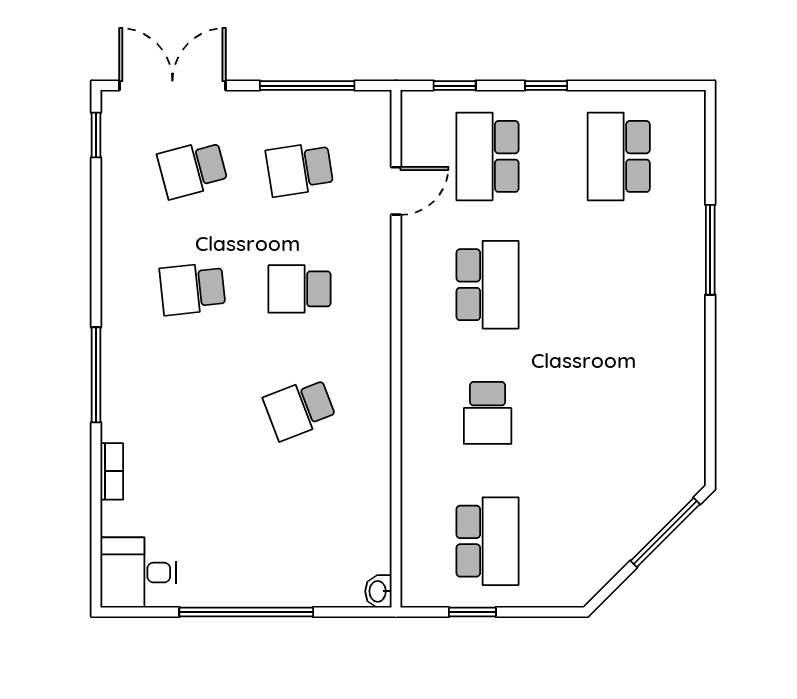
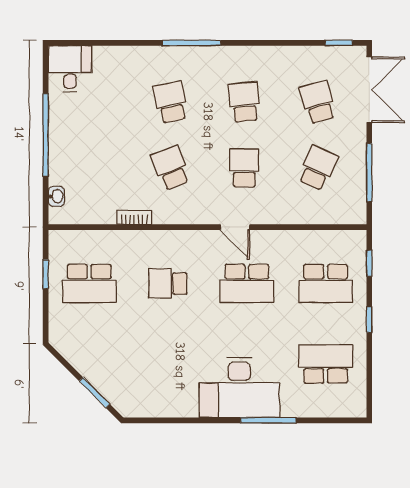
school desk: (488, 156) -> (326, 283), turned 180
school desk: (300, 169) -> (318, 168), turned 33
door: (396, 191) -> (235, 227), moved
desk: (657, 297) -> (239, 388), added
school desk: (192, 409) -> (171, 102), added
bookcase: (112, 471) -> (134, 217), moved, turned 180
window: (665, 532) -> (95, 393), width x0.69
washbasin: (378, 591) -> (56, 196), moved, turned 90

